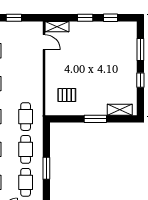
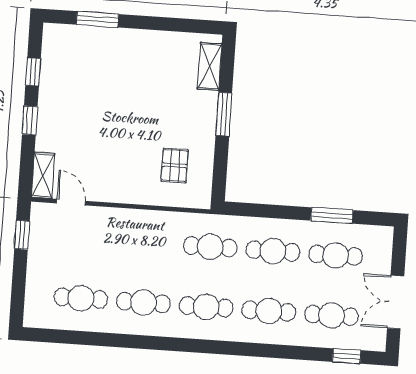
window: (14, 18) -> (22, 235), moved
door: (44, 42) -> (71, 202), hinge flipped
window: (140, 80) -> (156, 23), removed
window: (46, 168) -> (332, 215), moved

